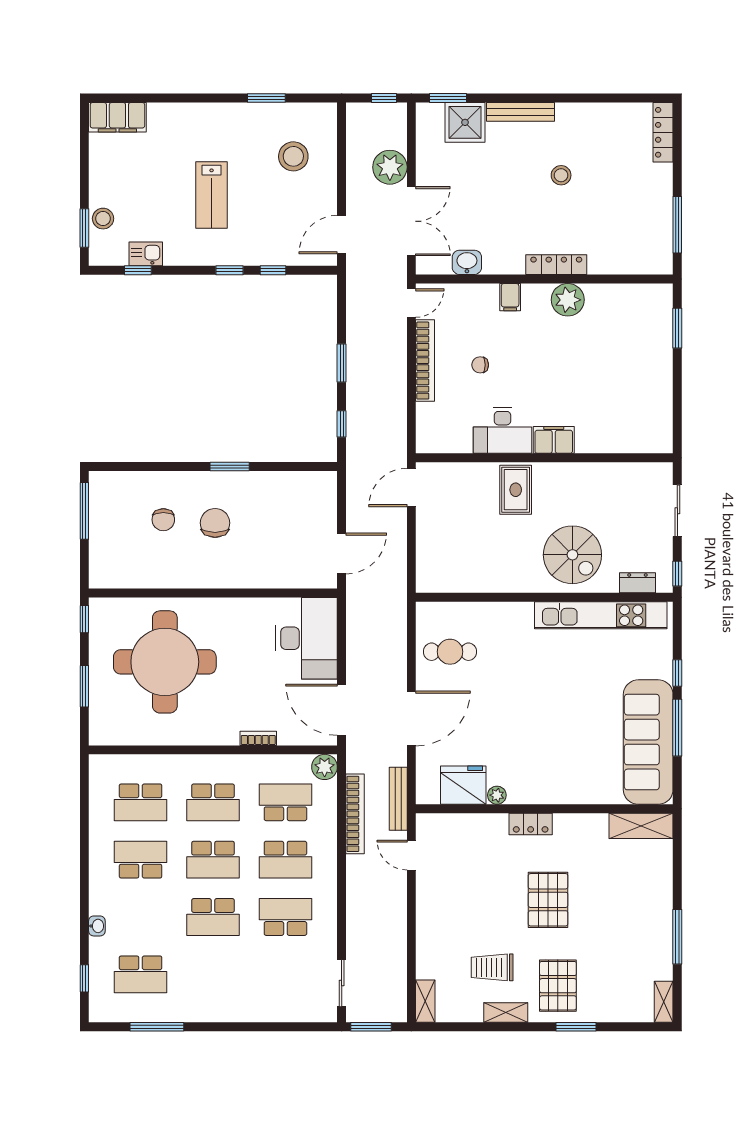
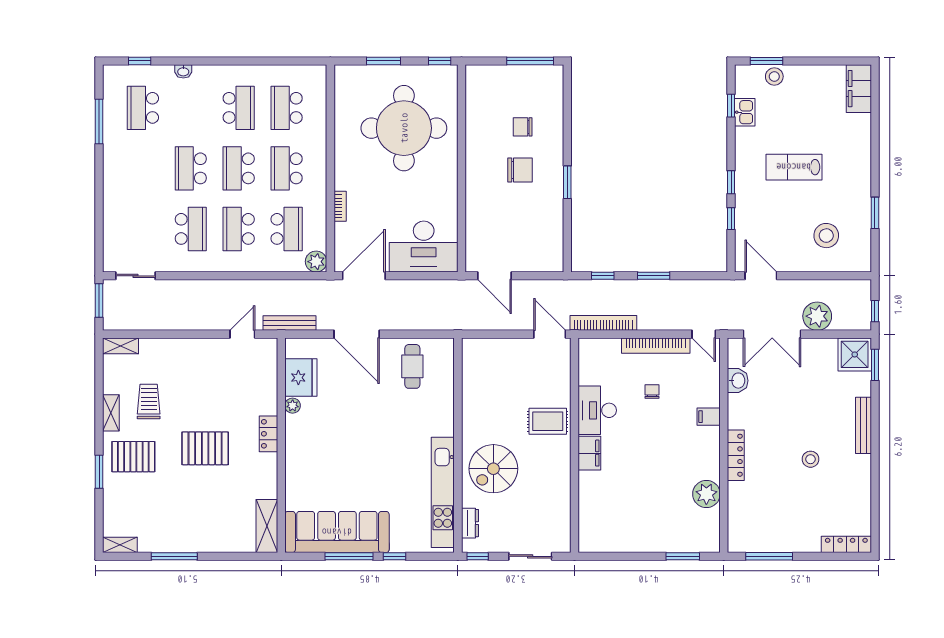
shower: (465, 122) -> (855, 354), moved
plant: (568, 300) -> (706, 494), moved
bookcase: (355, 814) -> (603, 323), moved, turned 180

